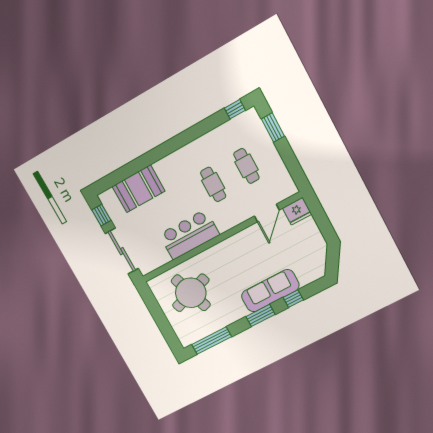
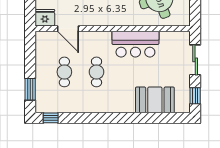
door: (267, 213) -> (68, 29), swing flipped
sliding door: (122, 251) -> (195, 60), width x0.73

